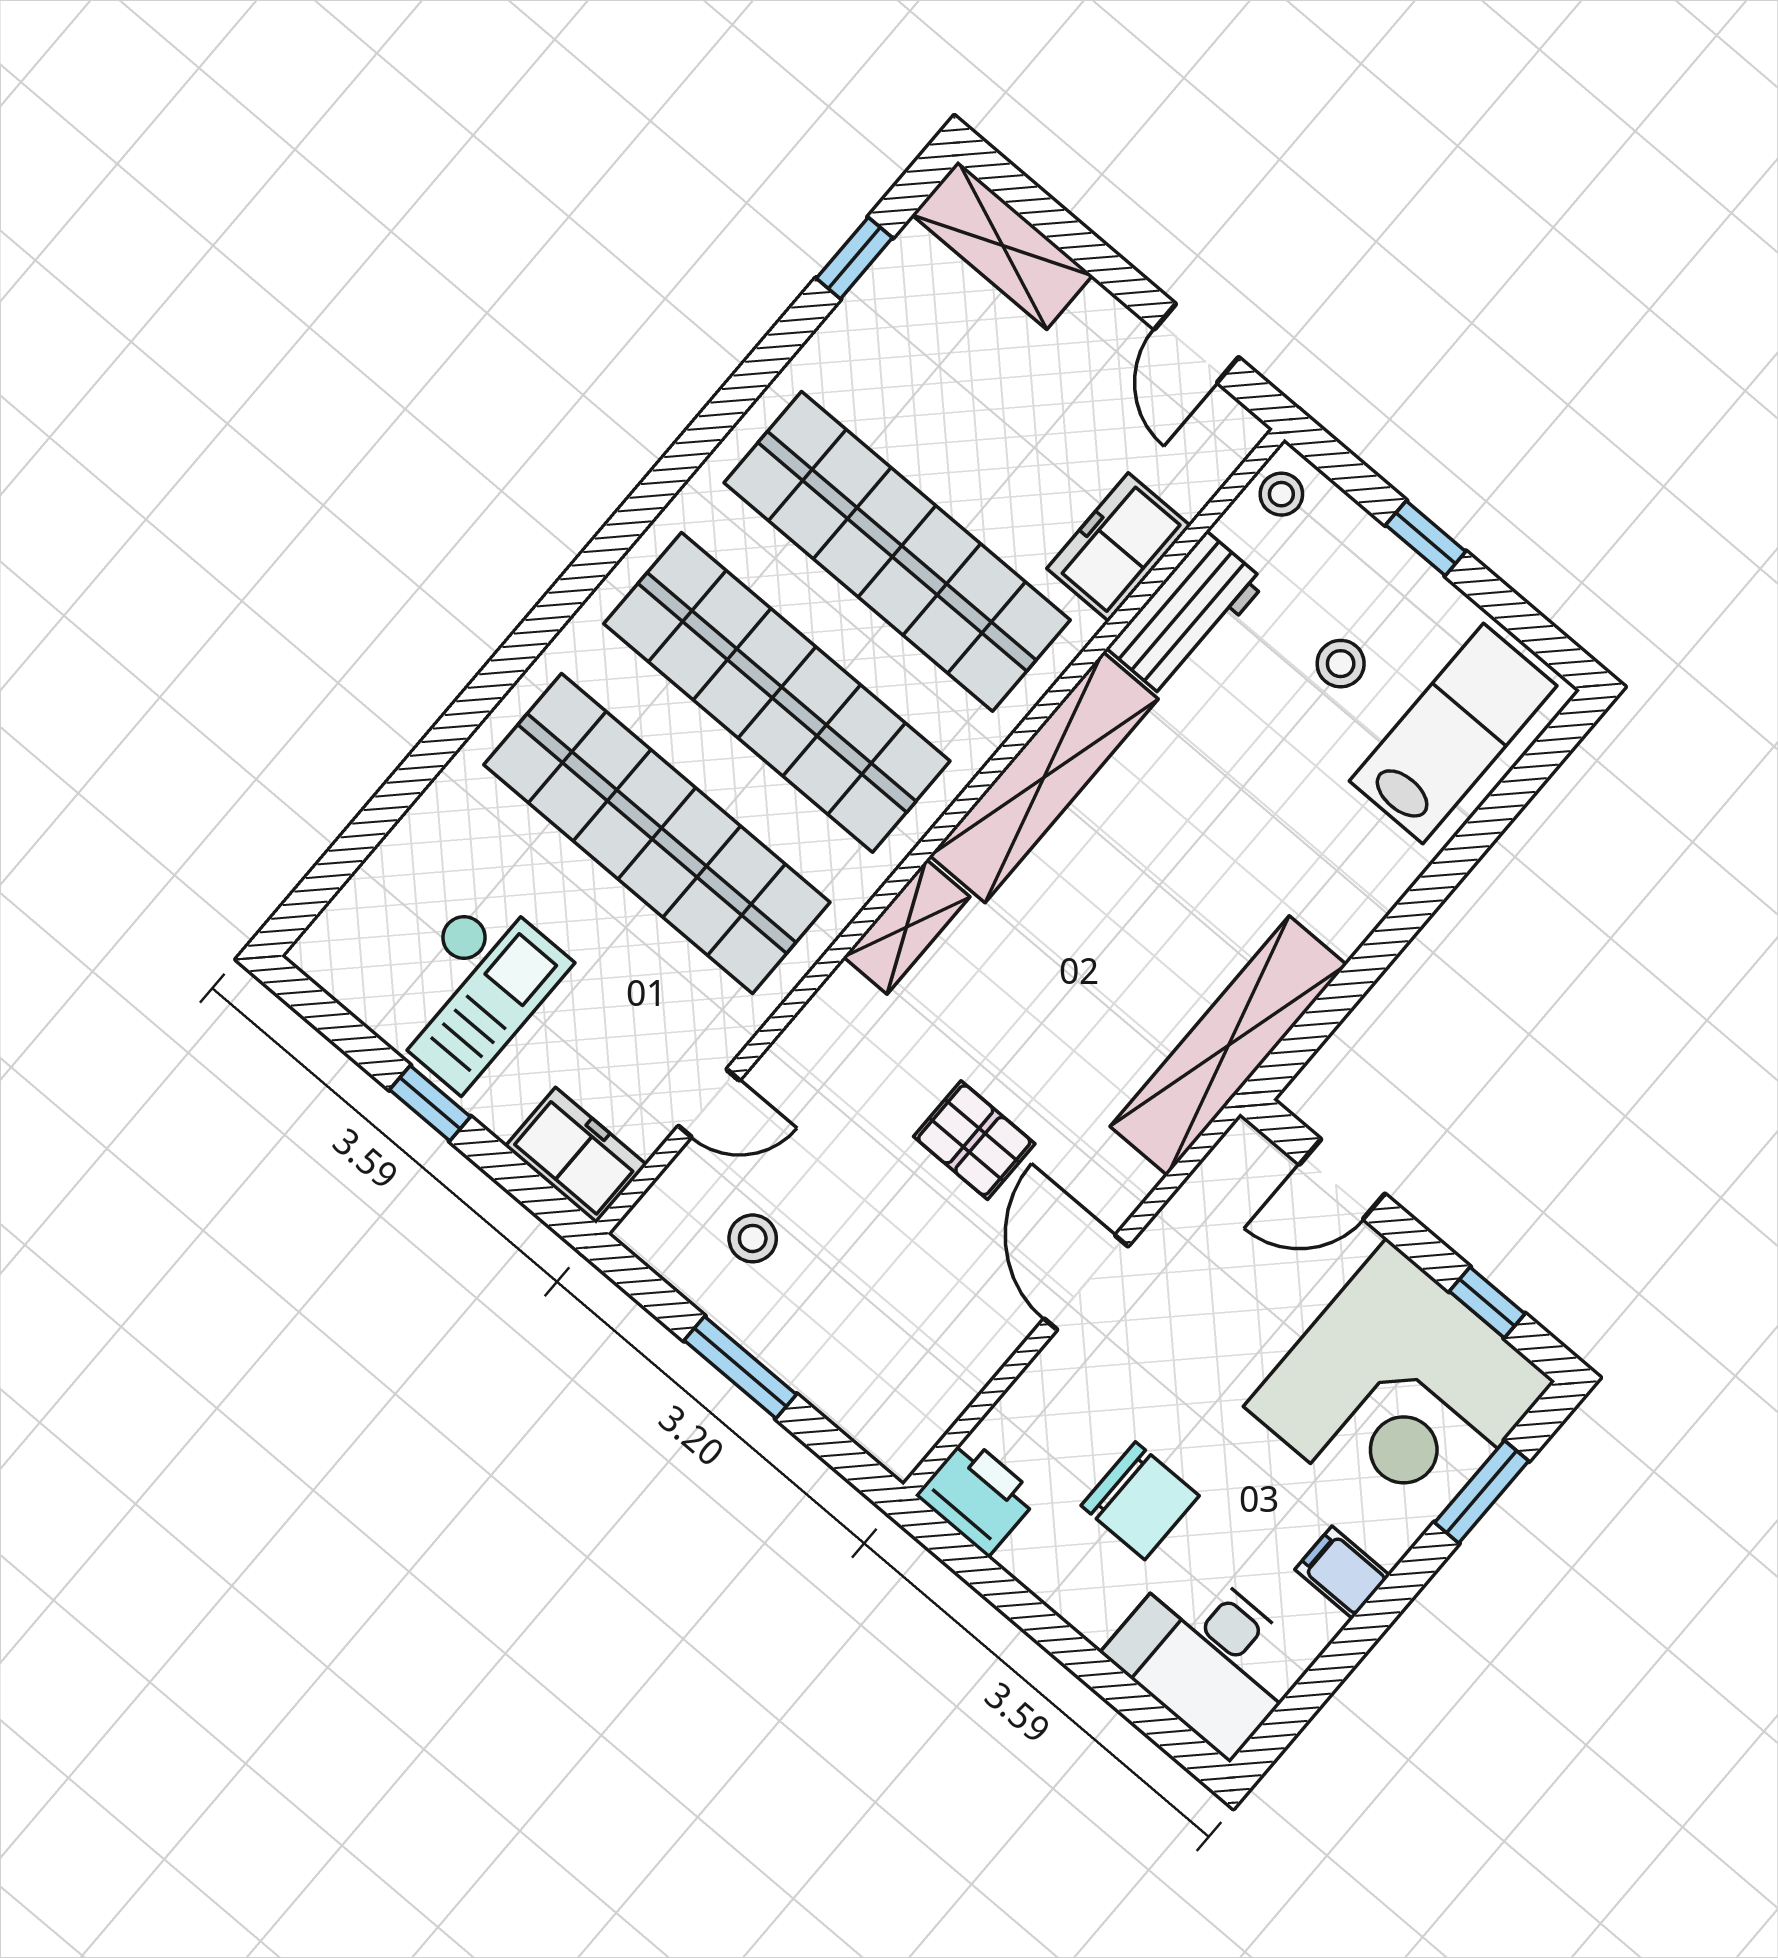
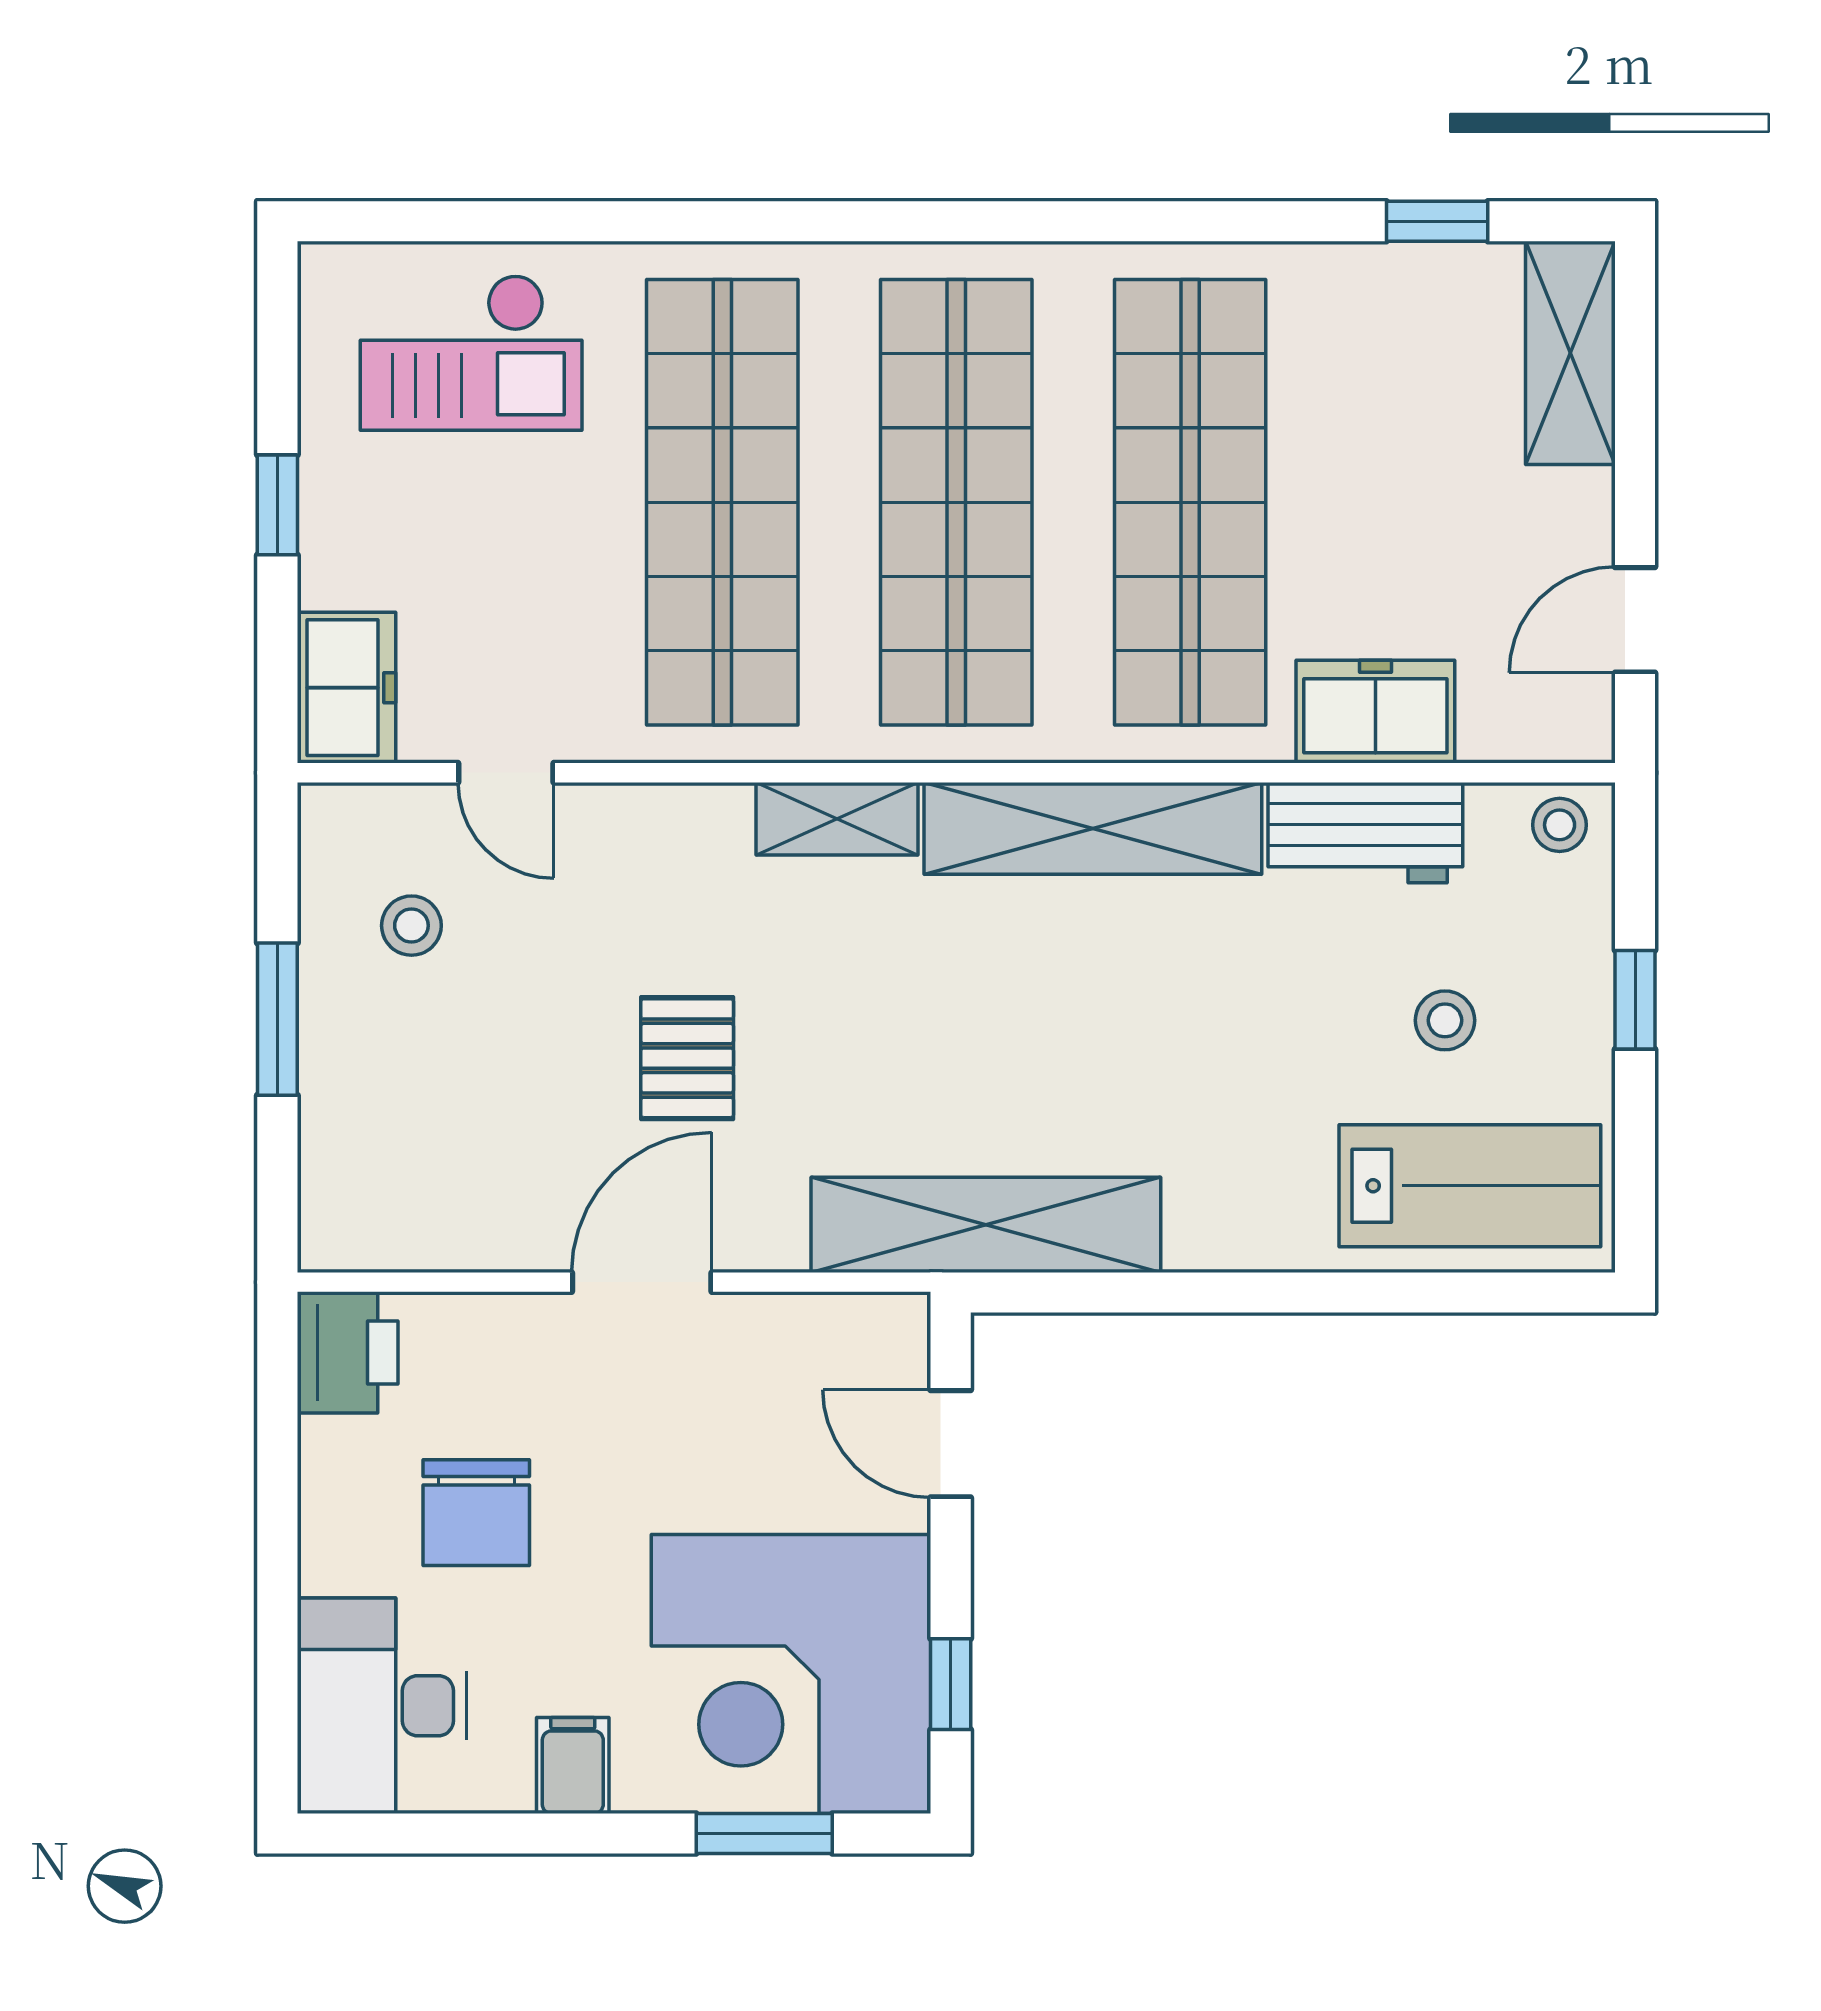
checkout: (471, 990) -> (471, 353), moved

